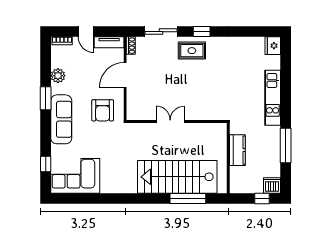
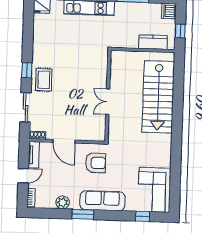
kitchen counter: (237, 150) -> (153, 42), moved
window: (188, 199) -> (178, 88), removed
window: (262, 199) -> (180, 31), moved

